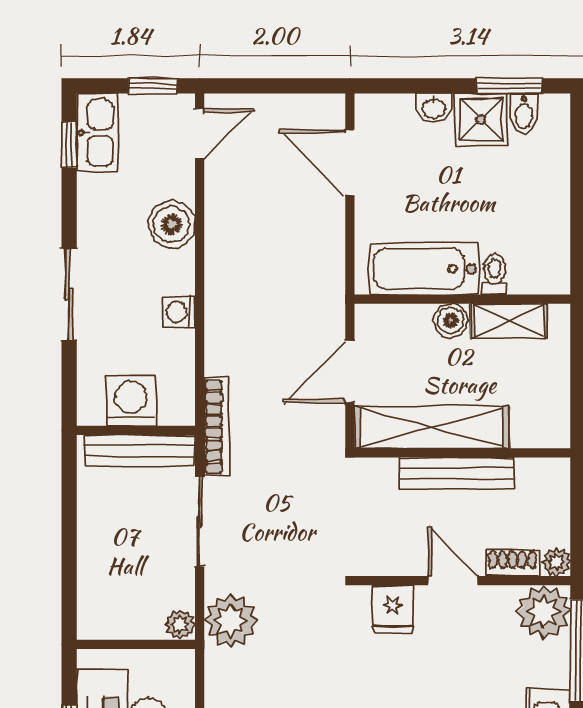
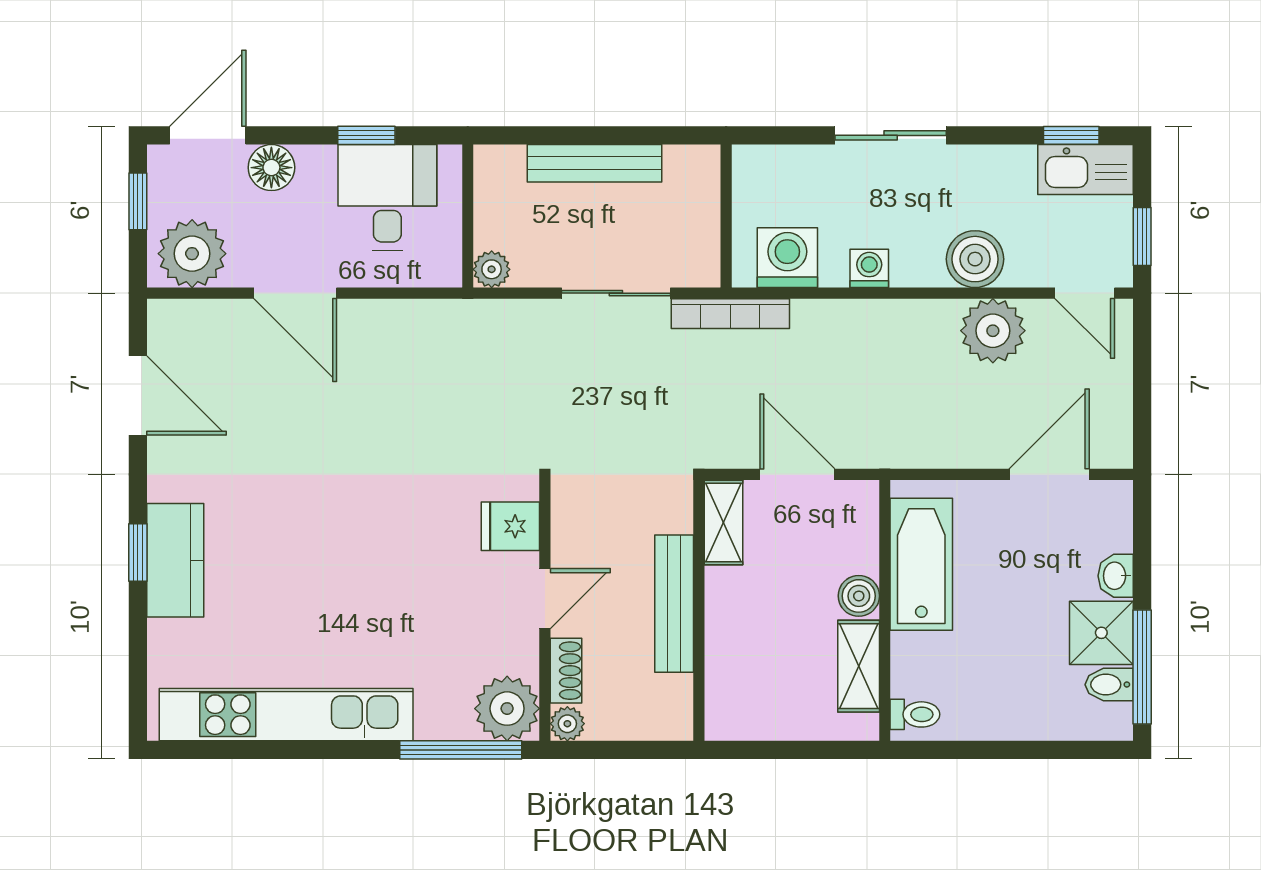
window: (509, 86) -> (1142, 667), width x1.44
toilet: (494, 274) -> (915, 714), moved
washing machine: (131, 401) -> (787, 258), moved, turned -90
shelving: (432, 427) -> (723, 523), width x0.45, depth x0.75
bench: (140, 450) -> (594, 163), moved, turned 90
plant: (231, 621) -> (993, 331), moved

